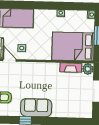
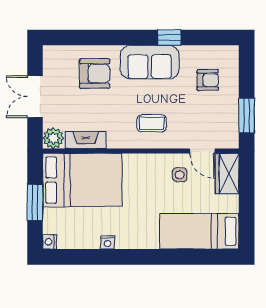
coffee table: (36, 75) -> (152, 123), added
armchair: (65, 102) -> (95, 74), added

